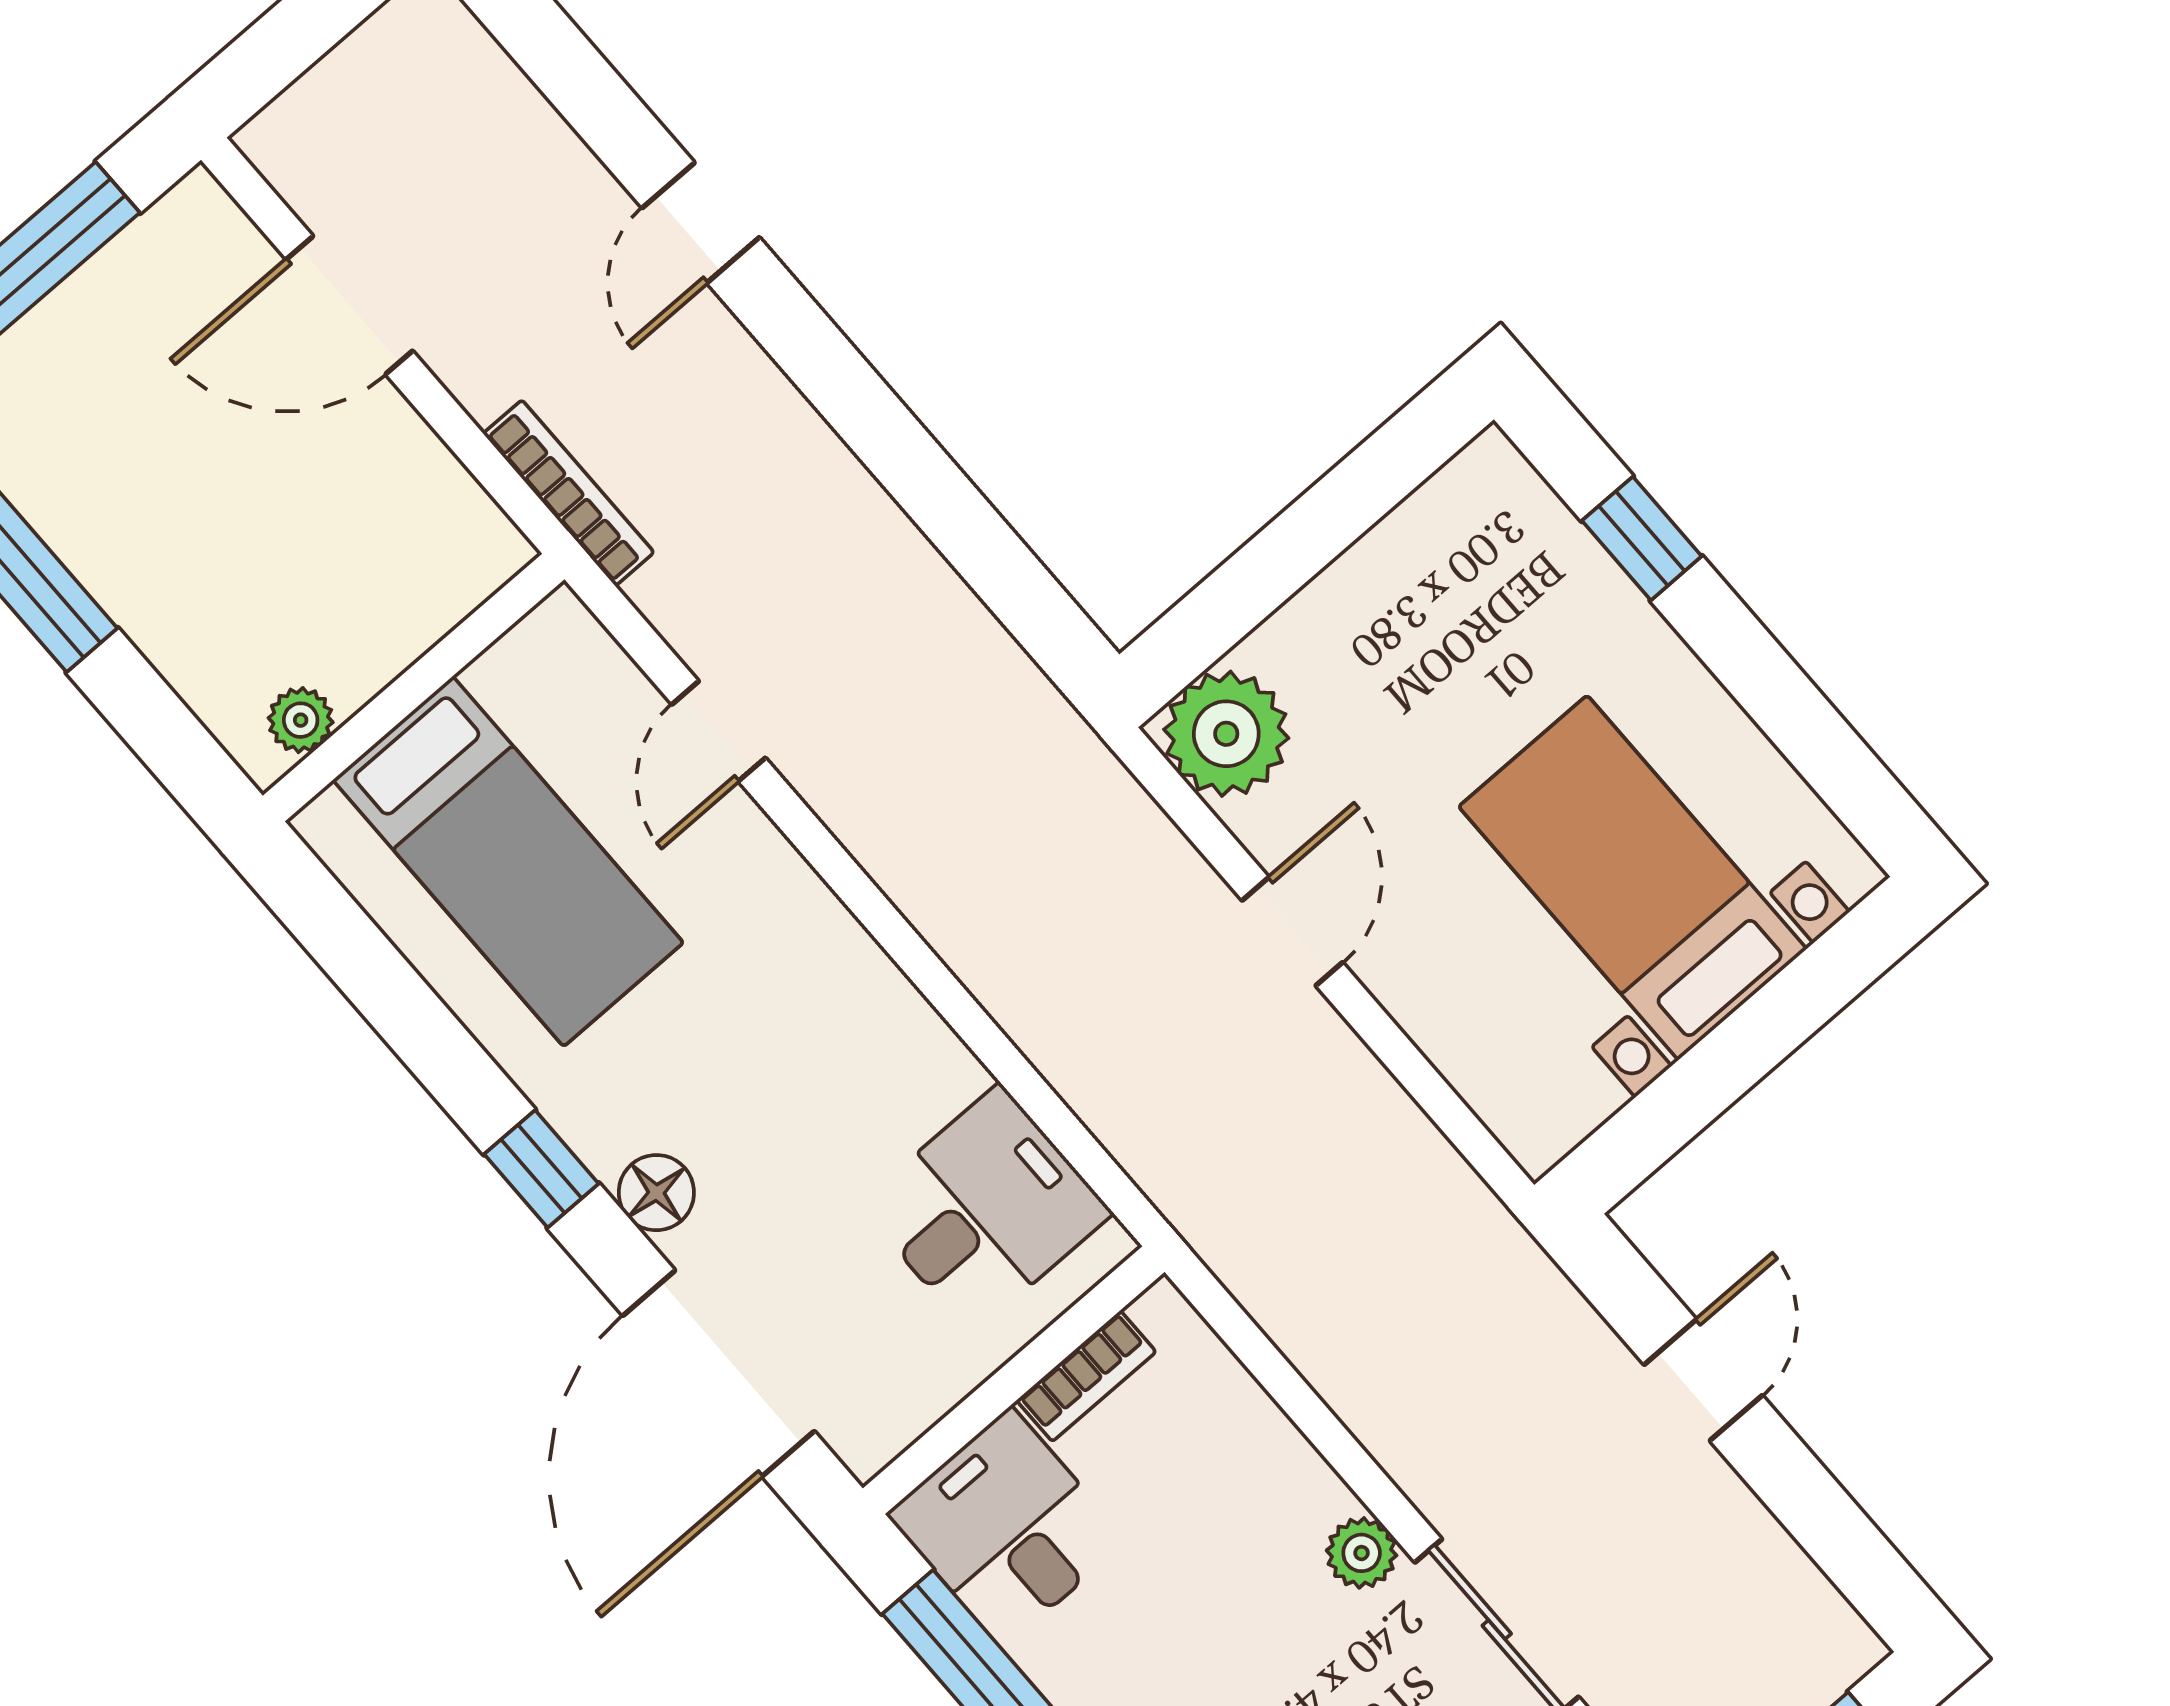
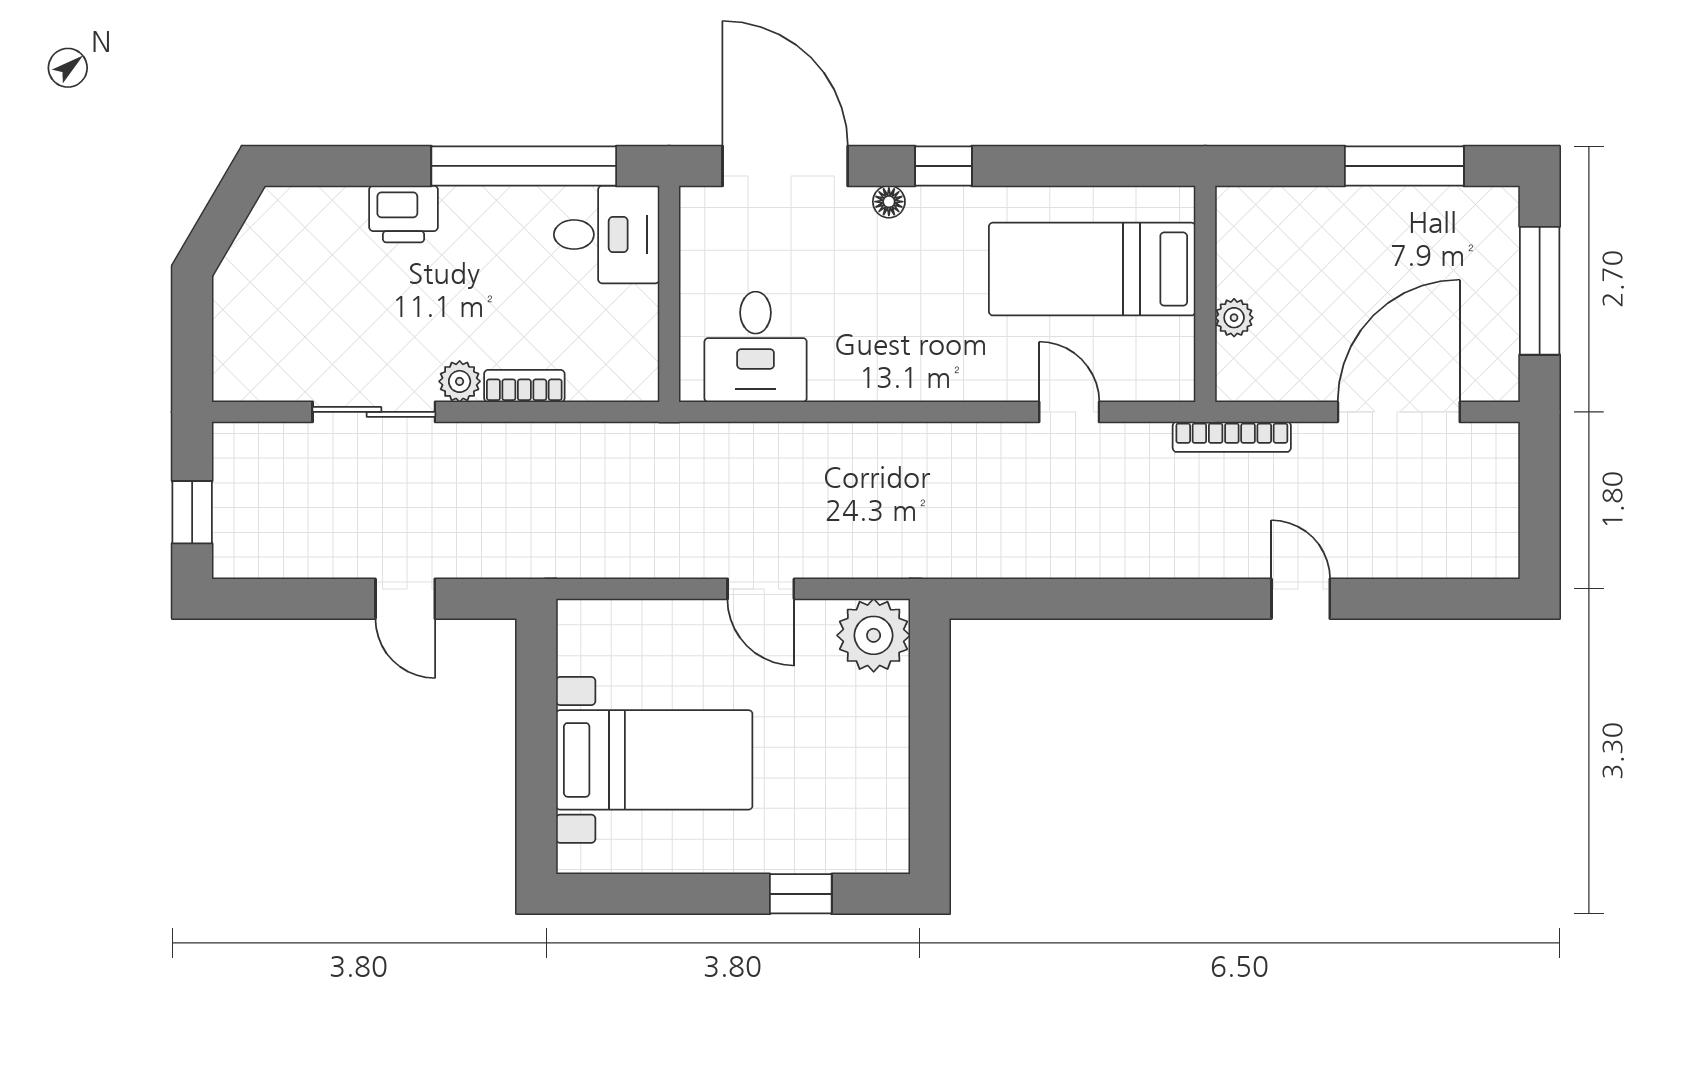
door: (349, 305) -> (1399, 412), width x1.36
plant: (301, 720) -> (1234, 318), moved
floor lamp: (656, 1193) -> (889, 202), width x0.73, depth x0.73
bookcase: (1086, 1376) -> (524, 386), moved, turned 90

